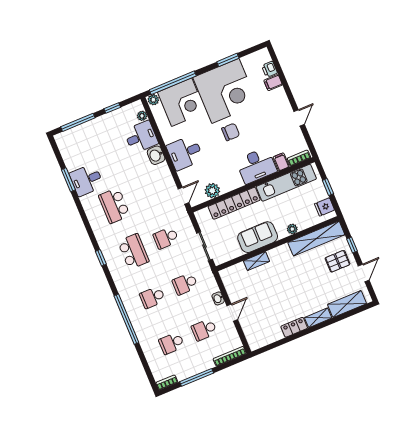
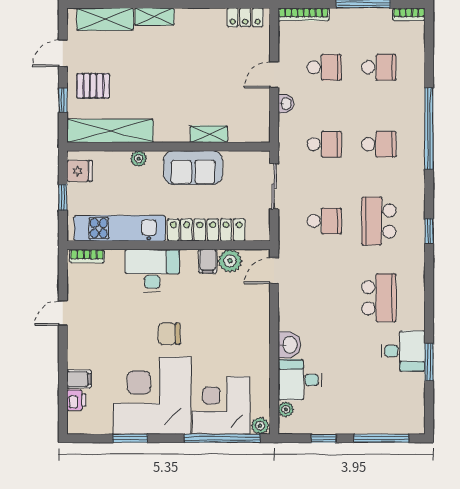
desk: (185, 153) -> (247, 331), removed
filing cabinet: (281, 162) -> (208, 261), moved
locker: (294, 327) -> (245, 17), moved

